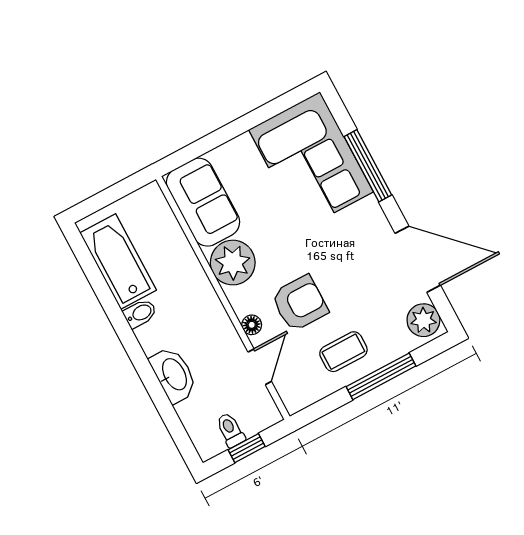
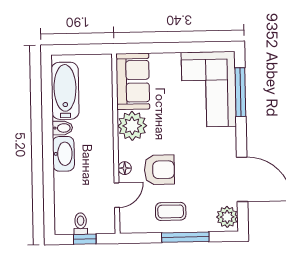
window: (368, 166) -> (240, 92), moved
washbasin: (174, 375) -> (63, 154), moved

